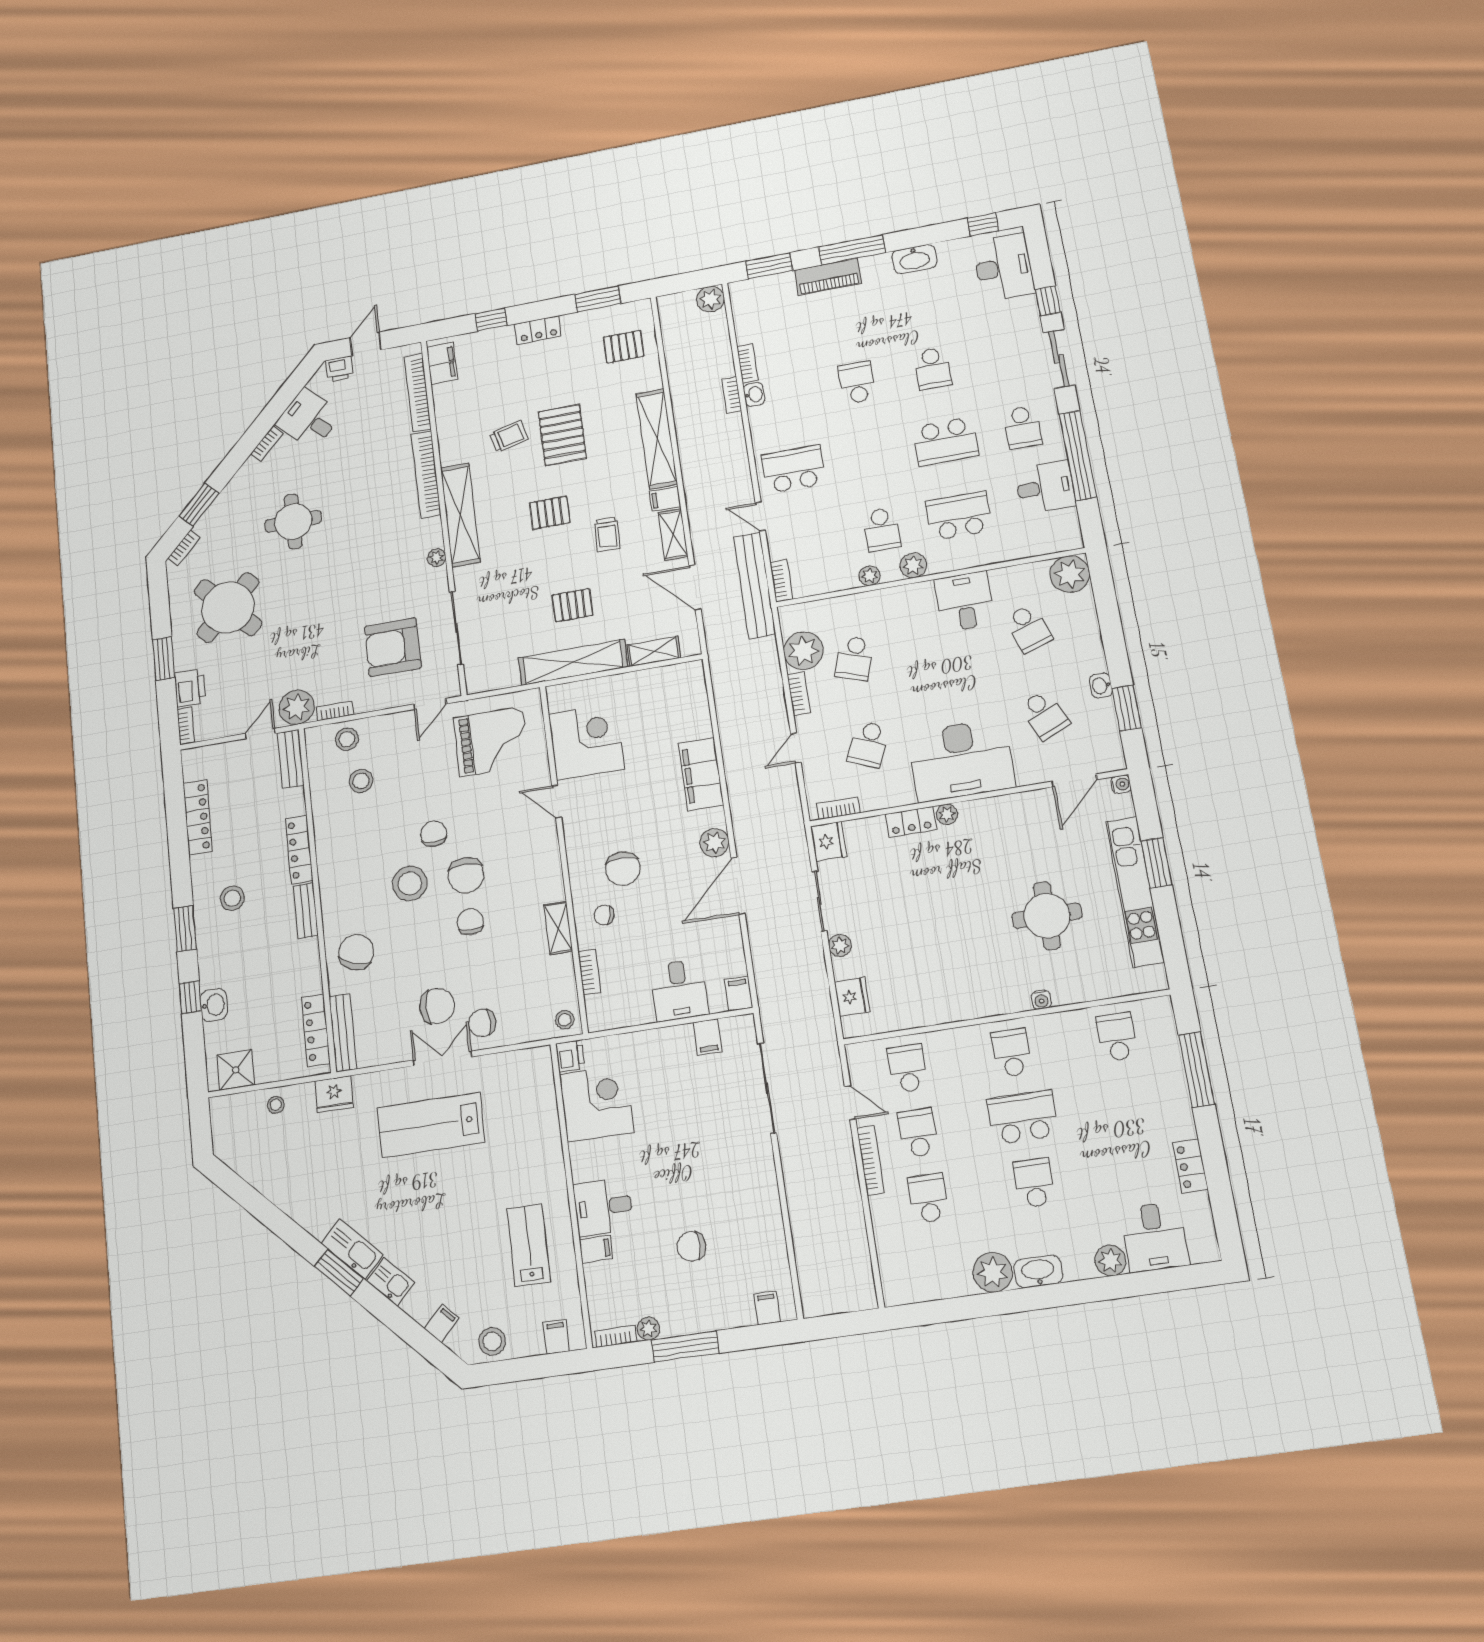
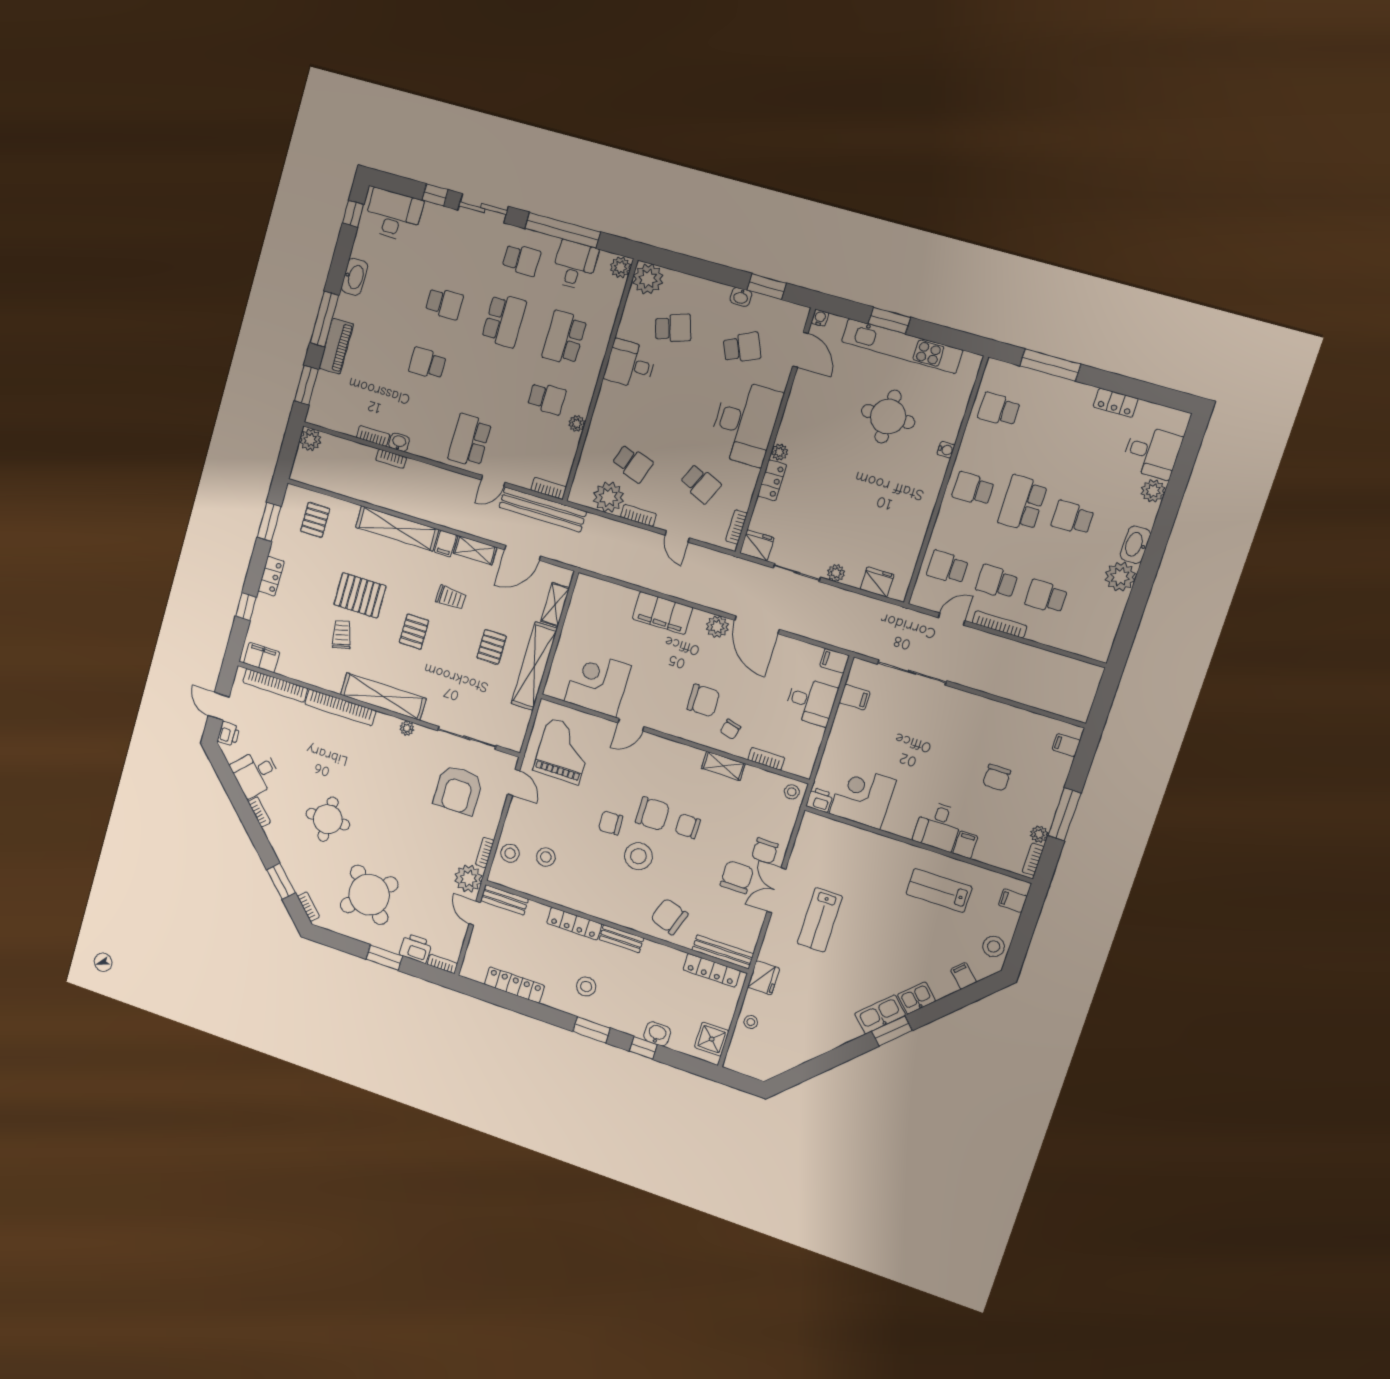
plant: (913, 565) -> (621, 267), moved
lab bench: (431, 1125) -> (820, 920), width x0.73, depth x0.72

